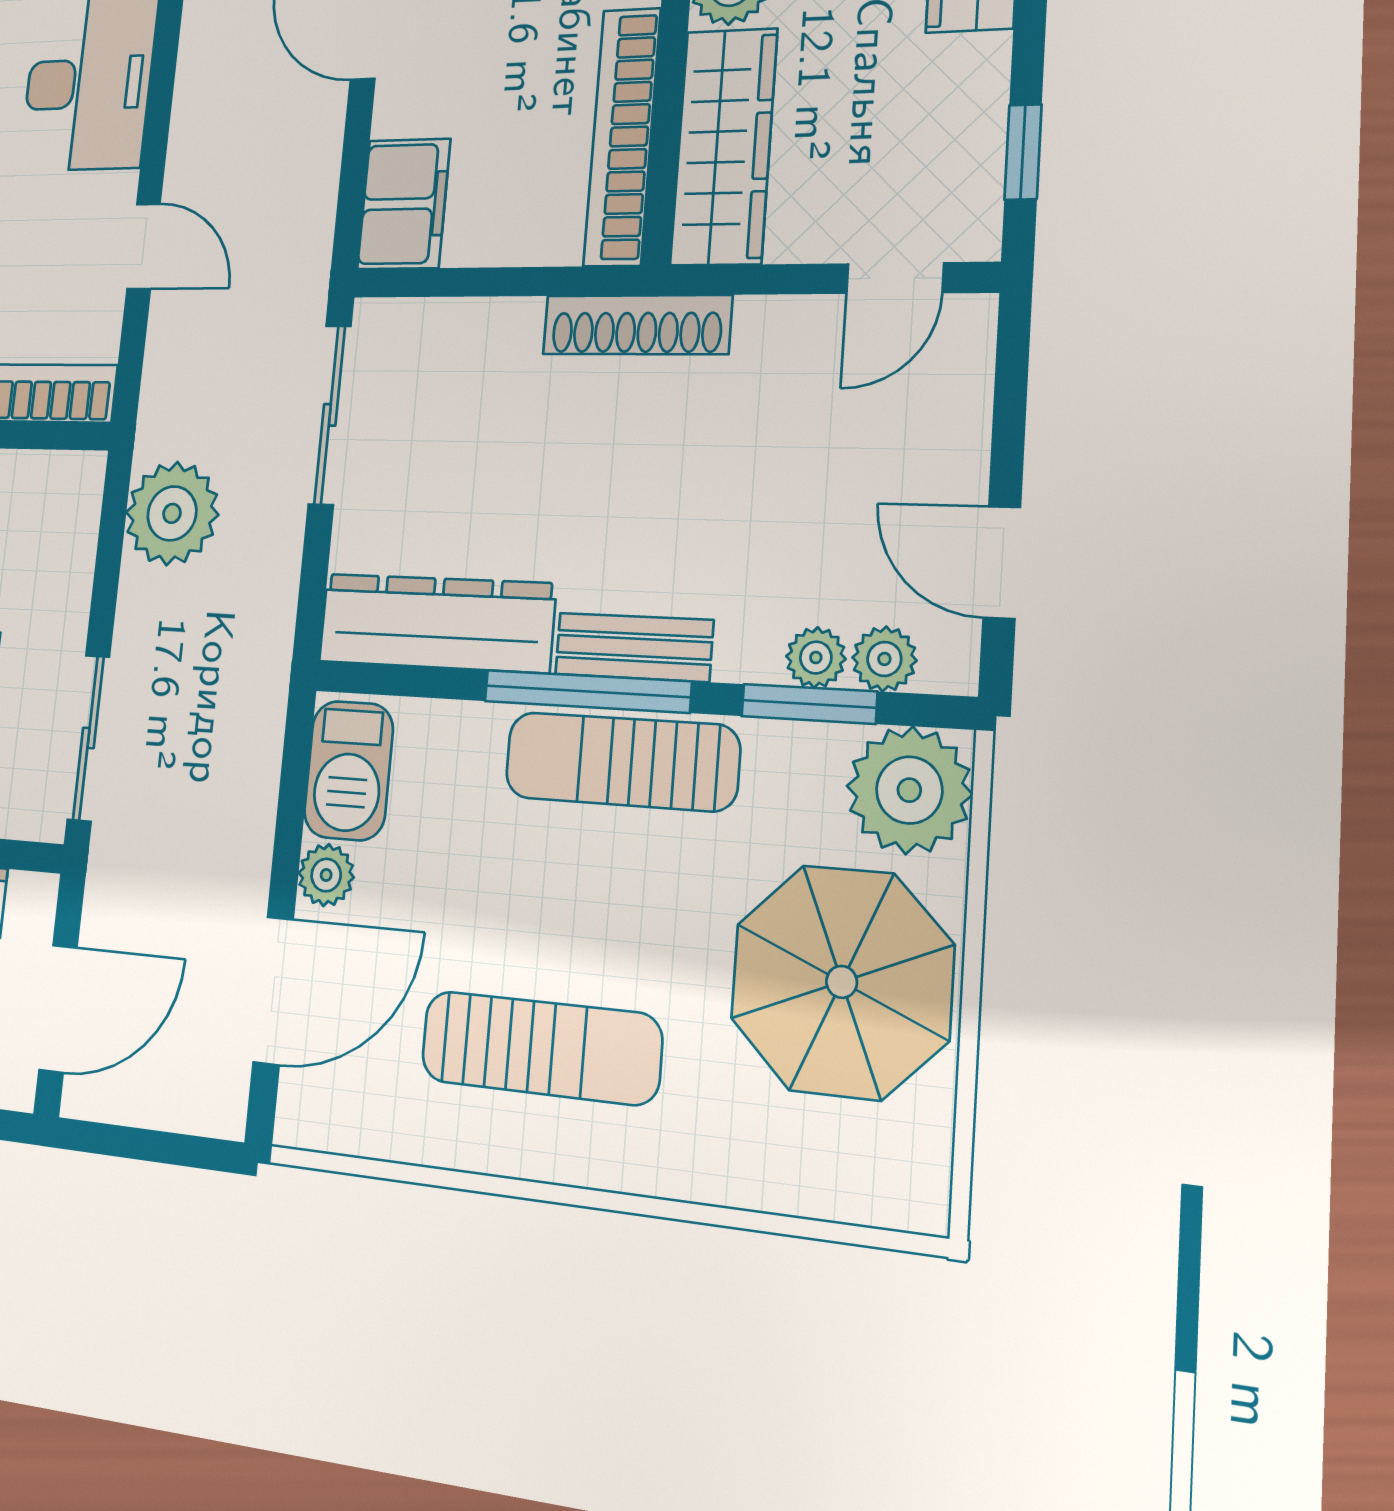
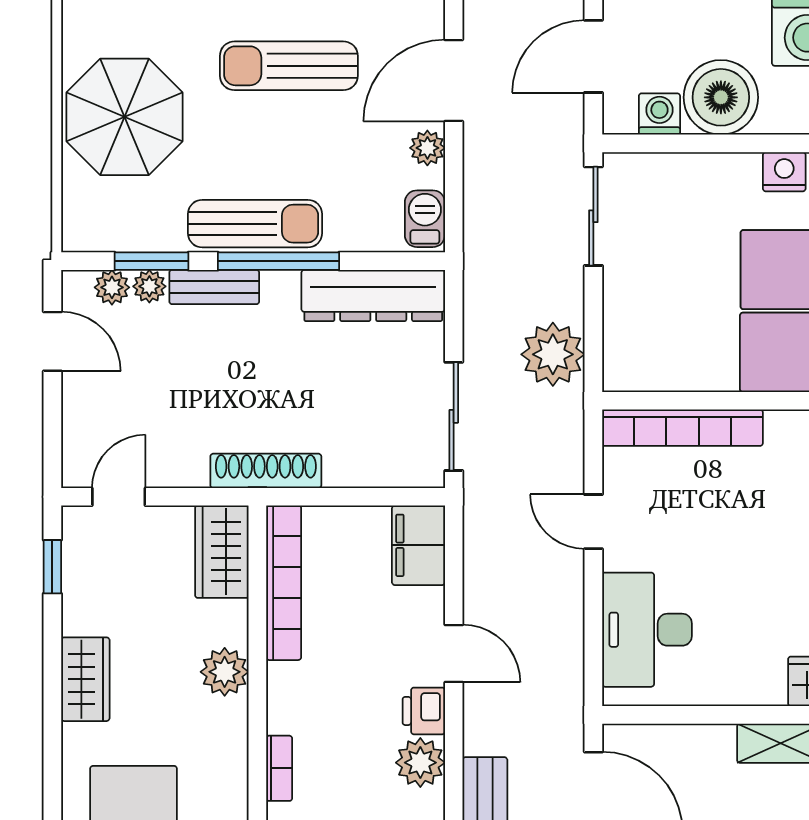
wardrobe: (724, 147) -> (222, 552), width x0.67
bench: (634, 647) -> (214, 287), moved
barbecue: (349, 770) -> (425, 219), width x0.73, depth x0.79
plant: (909, 790) -> (95, 219), removed

